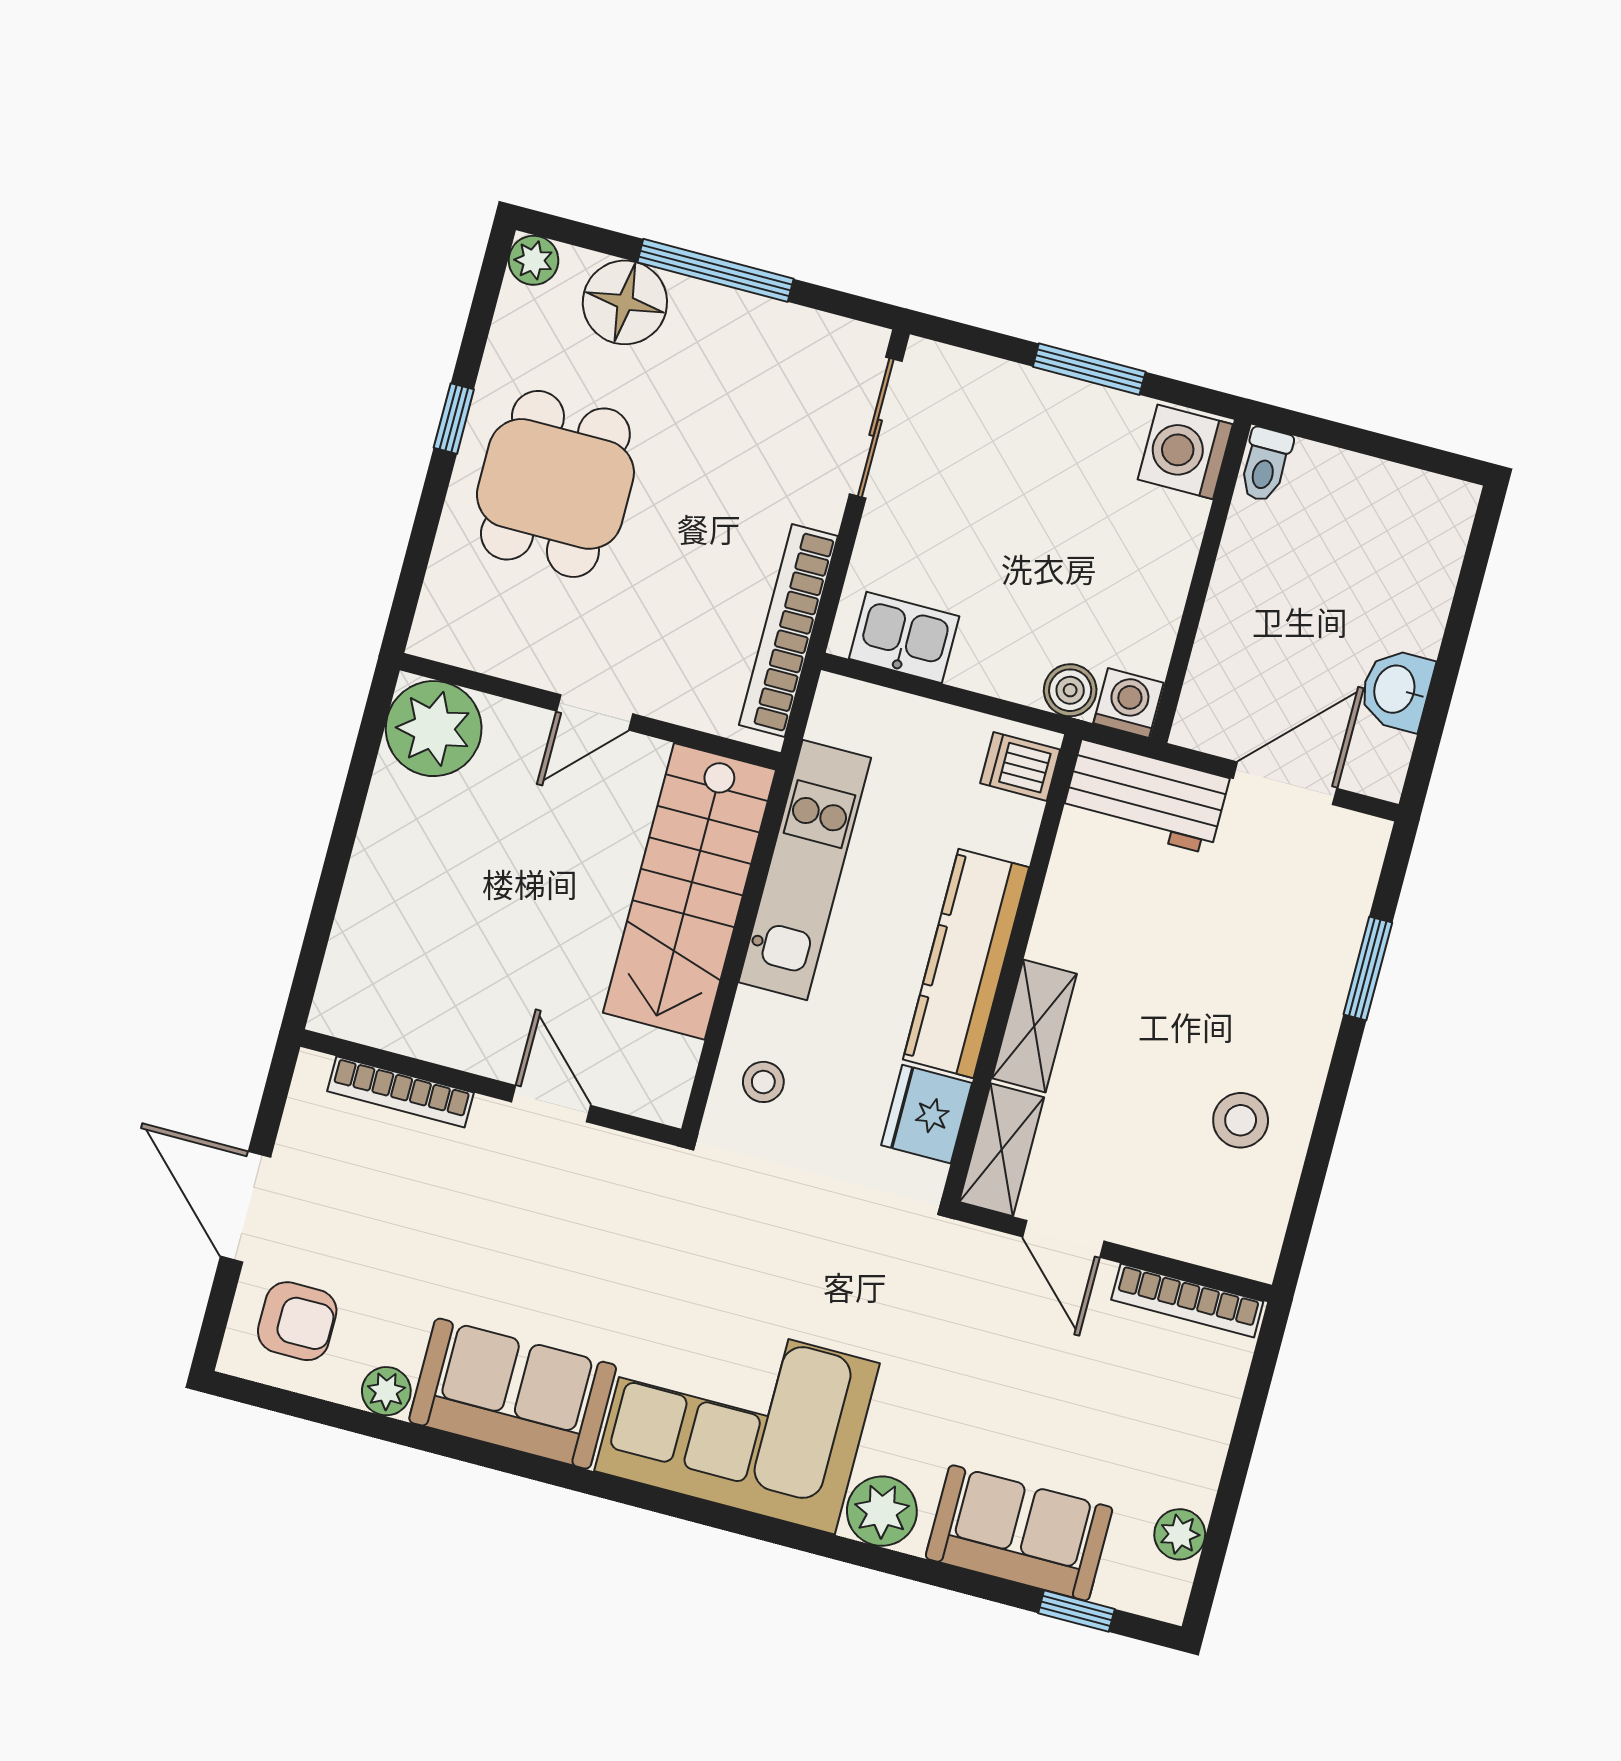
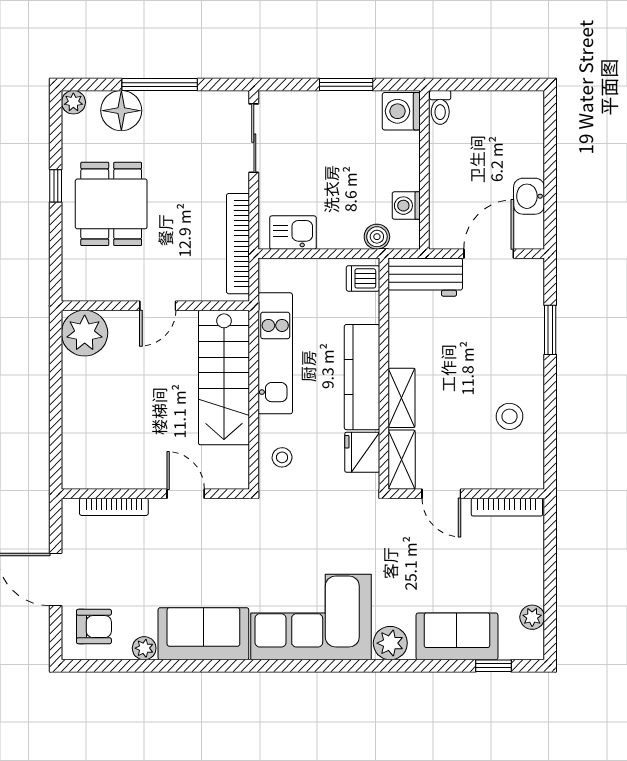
washing machine: (1128, 703) -> (406, 206), moved, turned -90

